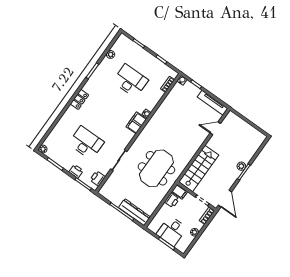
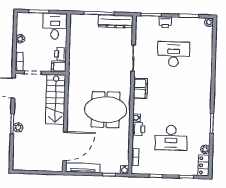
locker: (80, 99) -> (204, 165), moved
filing cabinet: (136, 123) -> (140, 89), moved
door: (215, 128) -> (65, 146), width x1.87
desk: (86, 143) -> (174, 54), turned 180
meeting table: (156, 168) -> (106, 110), moved, turned 90
printer: (98, 178) -> (138, 129), moved
dresser: (134, 212) -> (116, 21), moved
desk: (172, 231) -> (55, 26), moved

